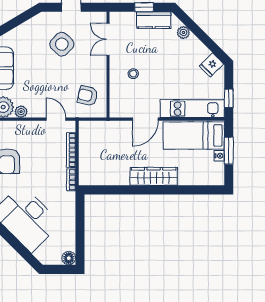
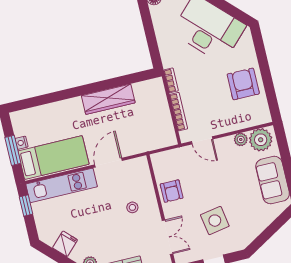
side table: (62, 44) -> (215, 221), turned 37
fridge: (211, 65) -> (65, 244), moved
armchair: (88, 96) -> (172, 191), moved, turned 77
wardrobe: (154, 176) -> (108, 99), moved

